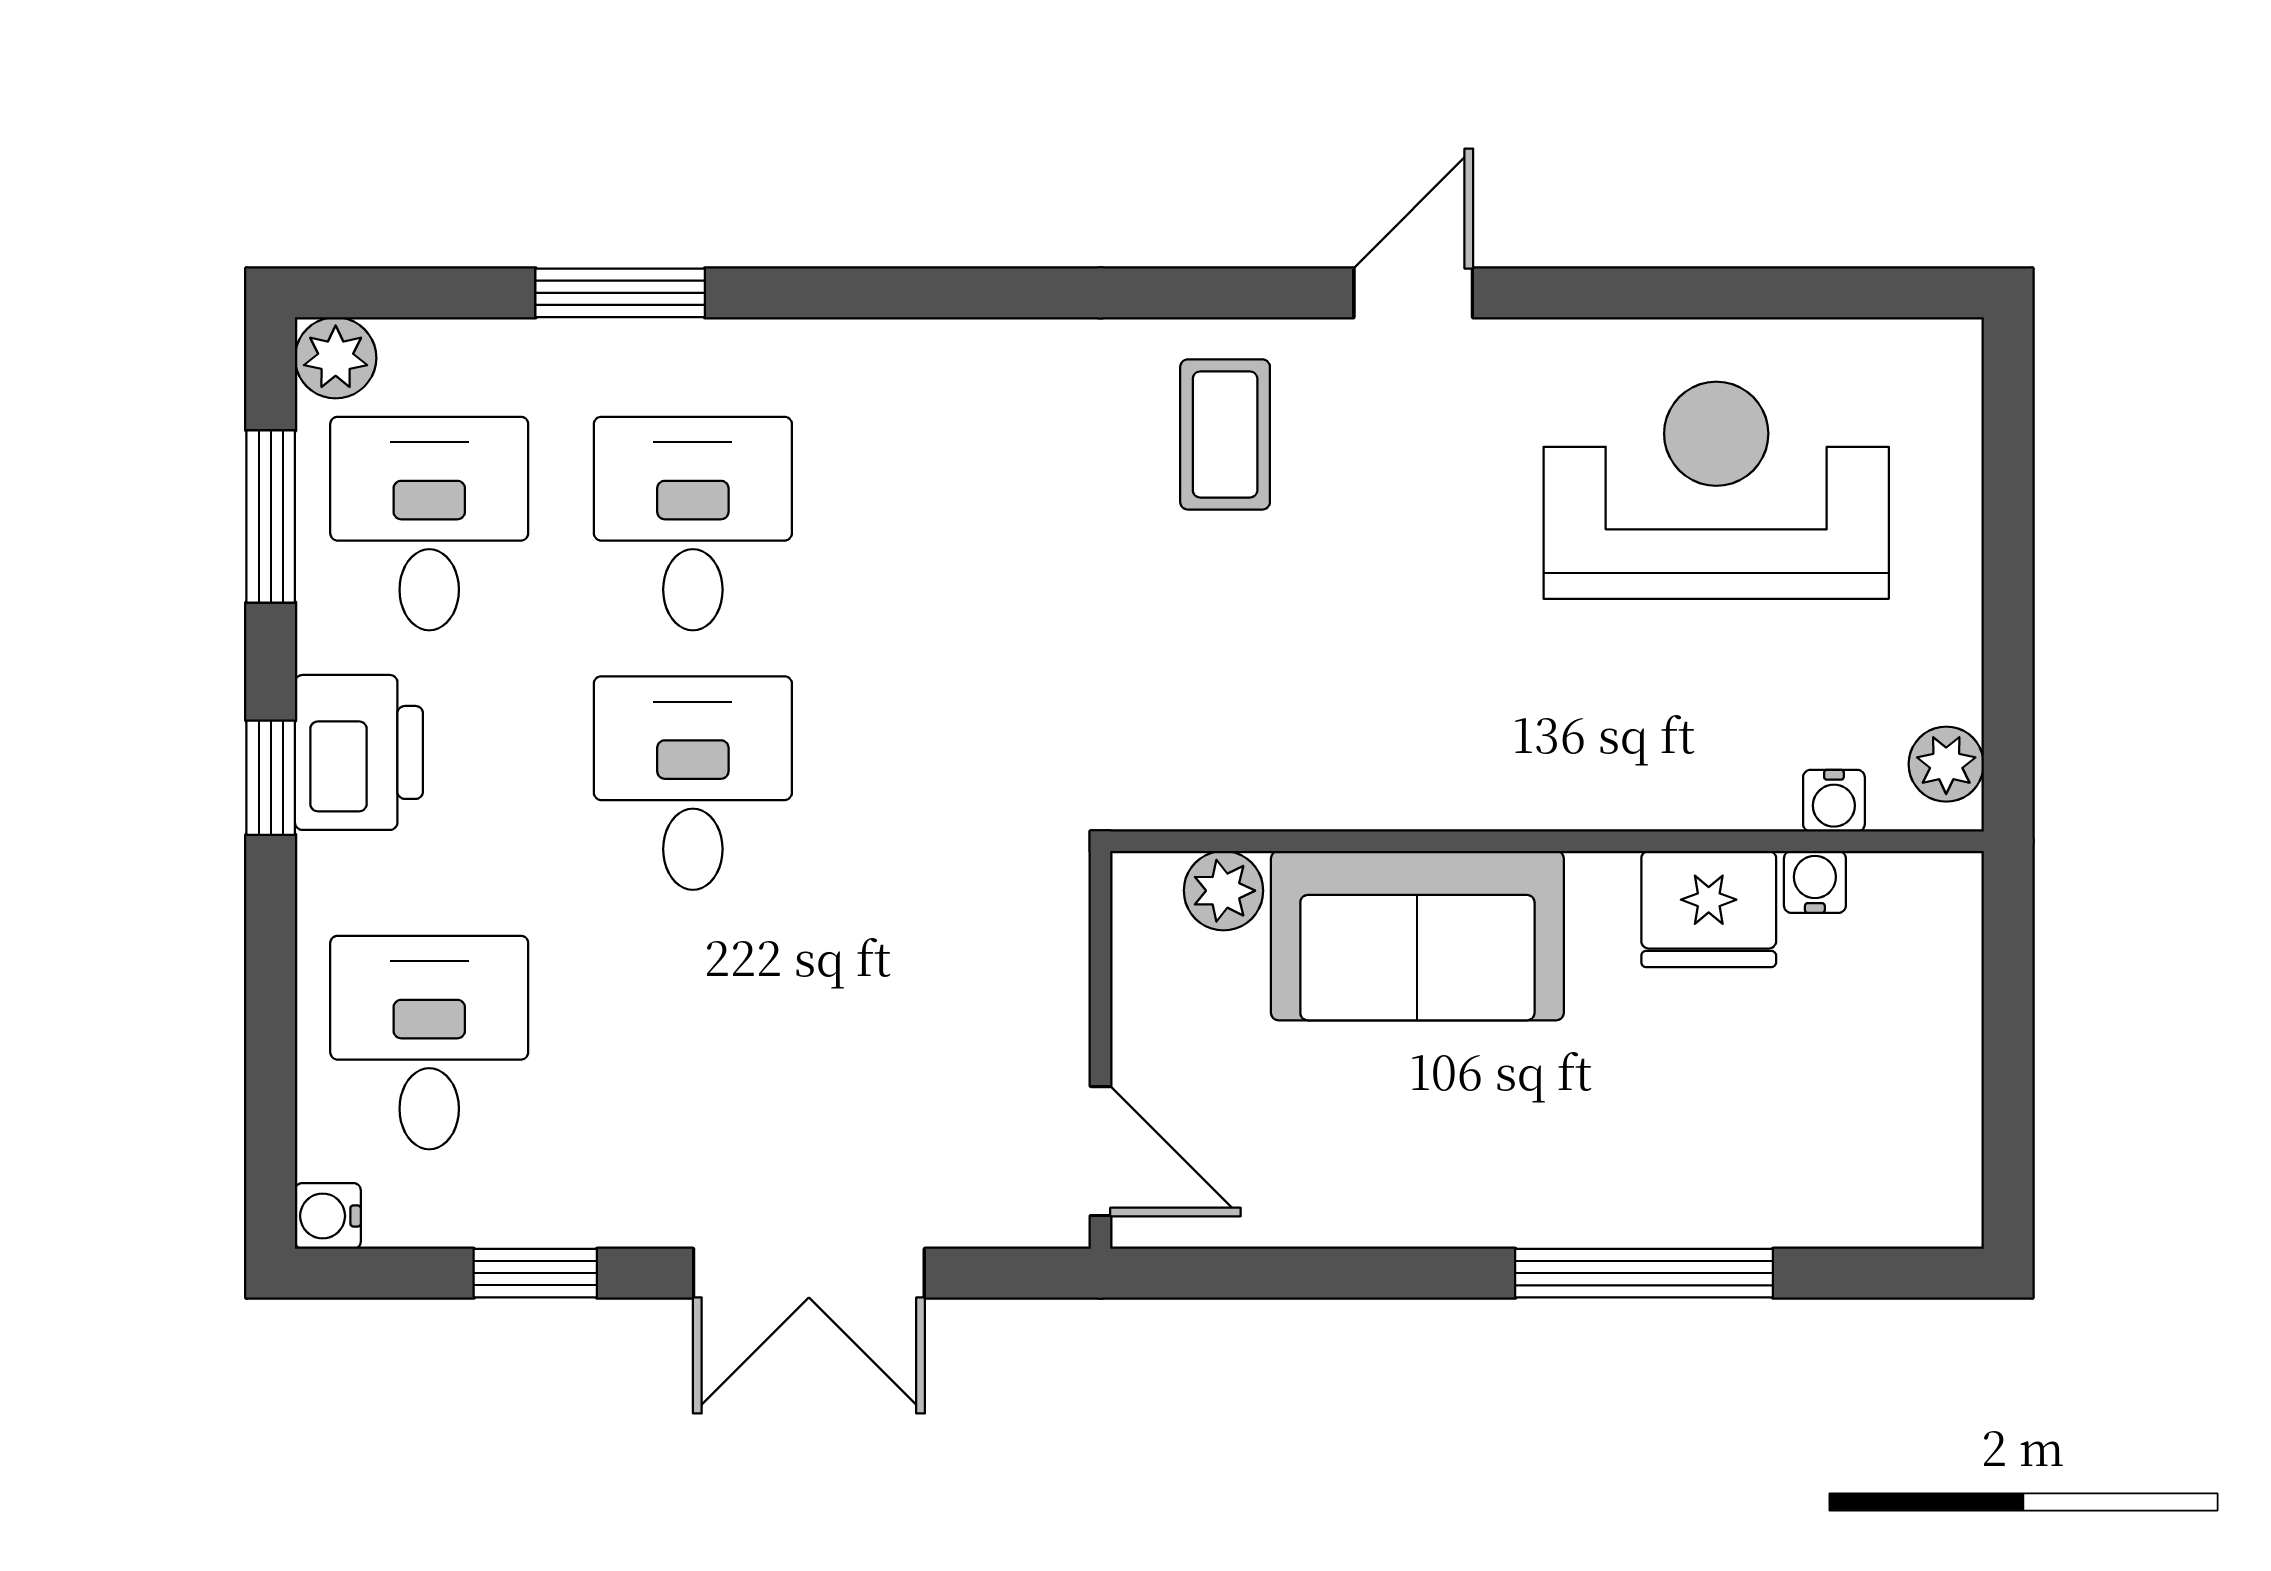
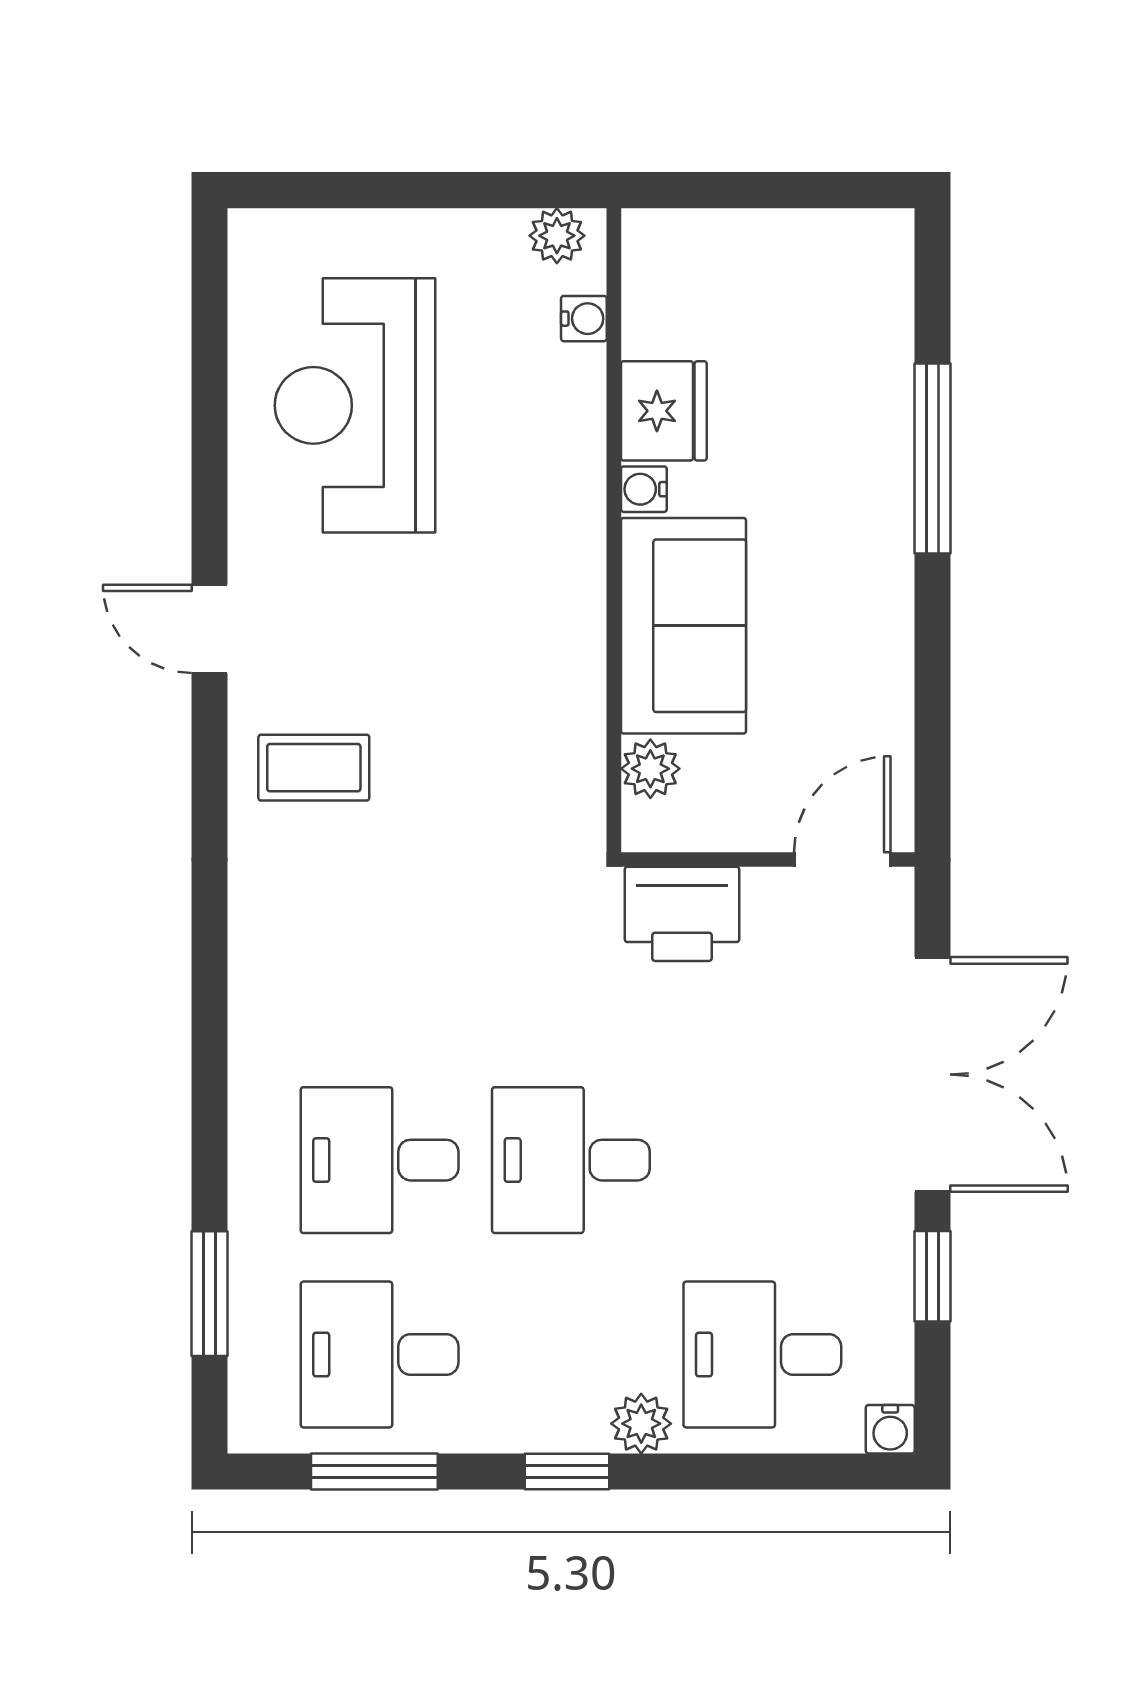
window: (620, 293) -> (209, 1294), moved
plant: (336, 358) -> (641, 1424), moved
printer: (359, 752) -> (682, 914), moved, turned 180
water cooler: (1815, 882) -> (644, 489), moved
double door: (809, 1273) -> (932, 1074), width x1.37

